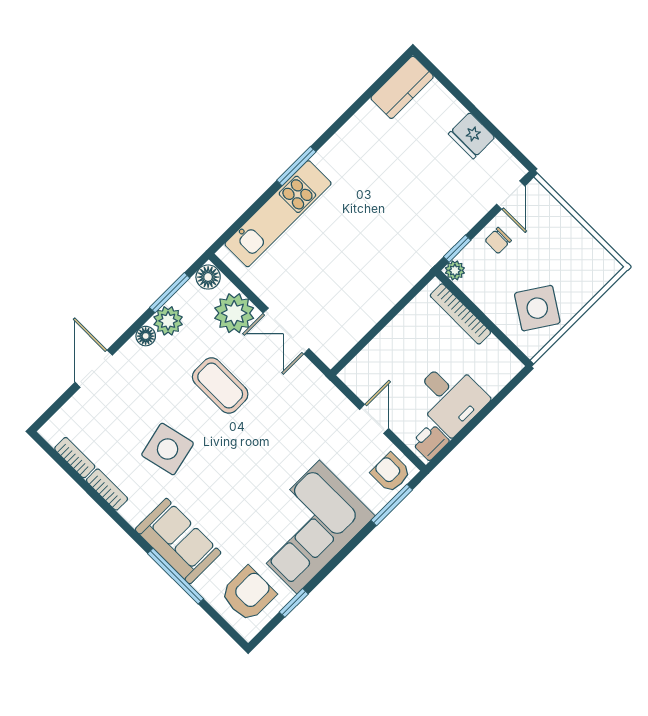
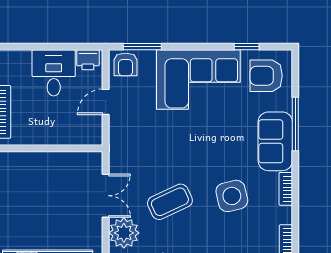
coffee table: (220, 385) -> (170, 202), turned 65
bookcase: (107, 490) -> (286, 189), moved

